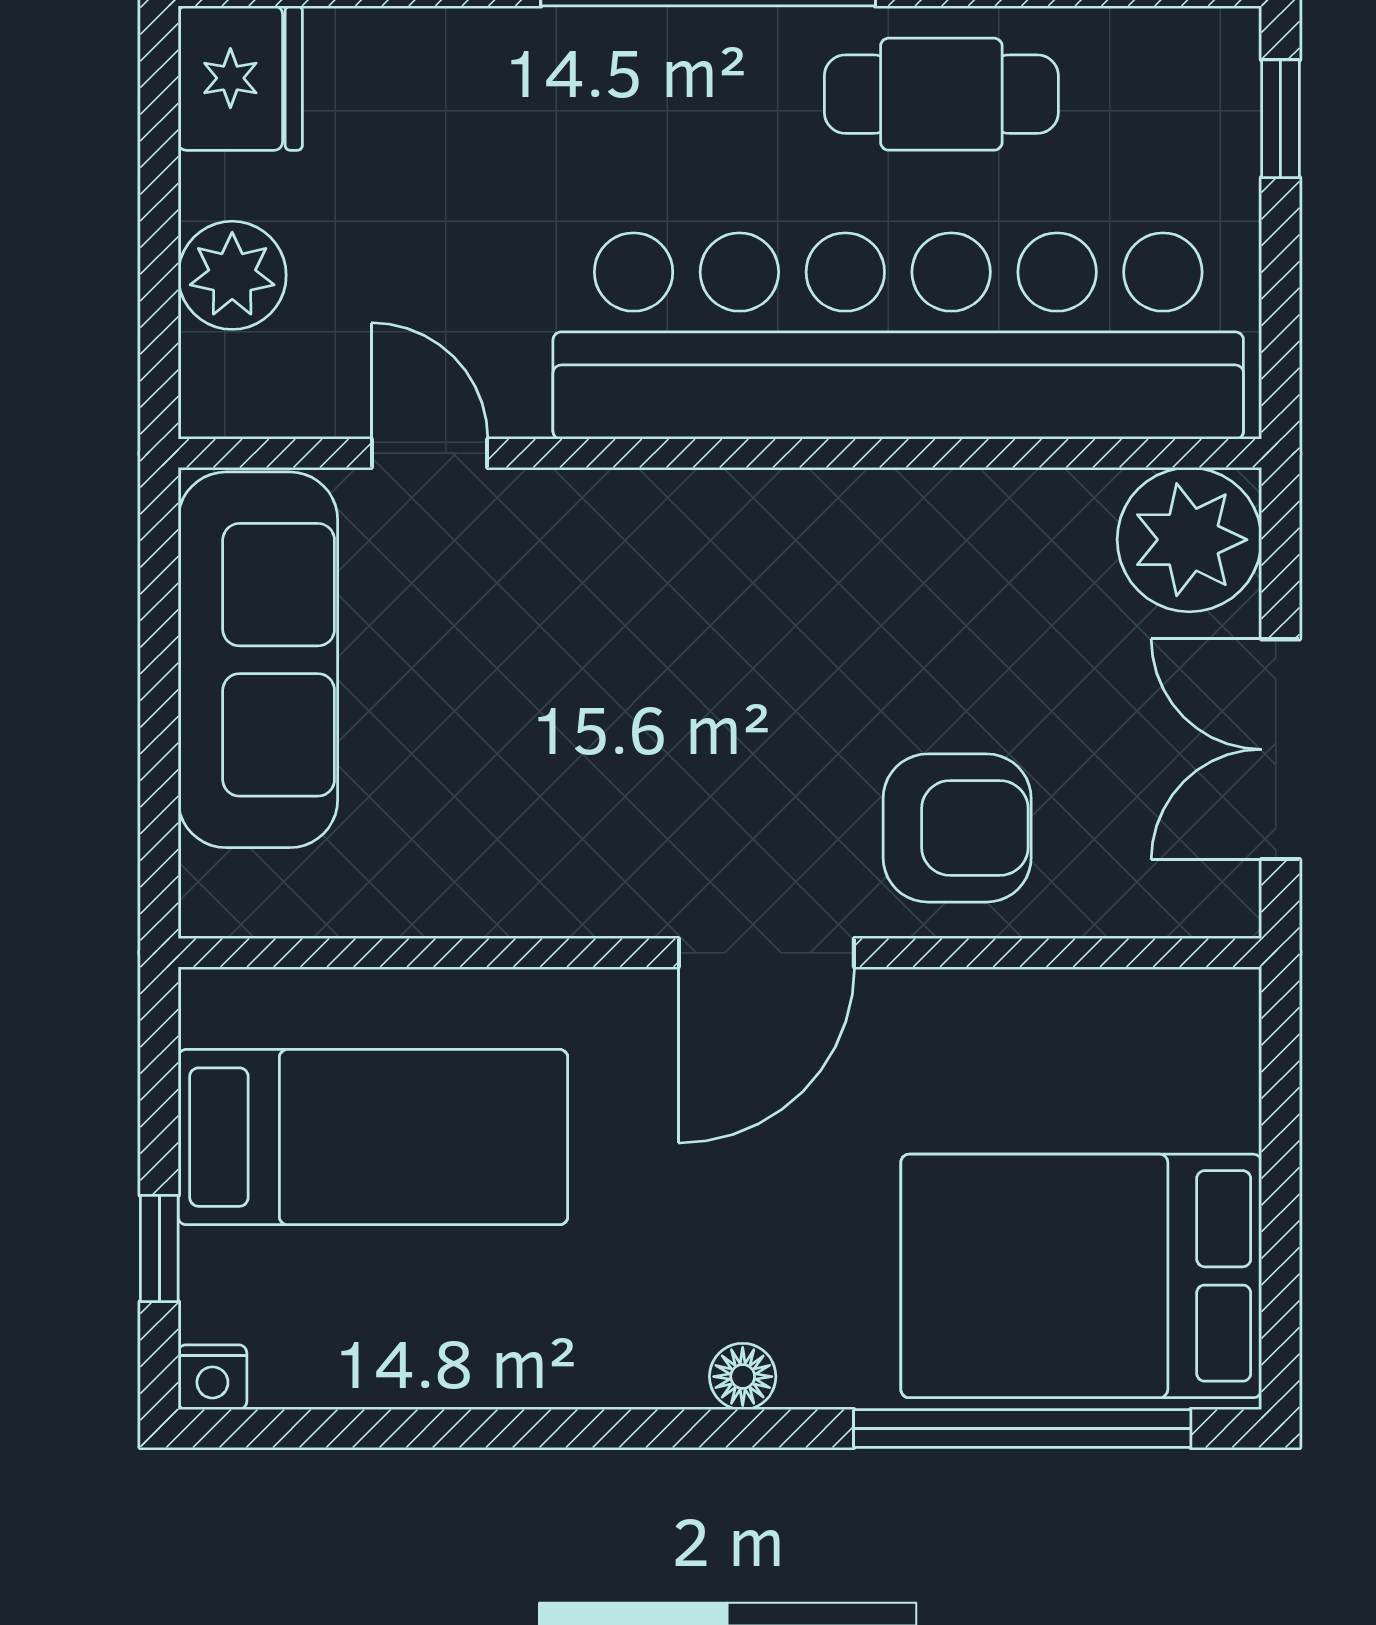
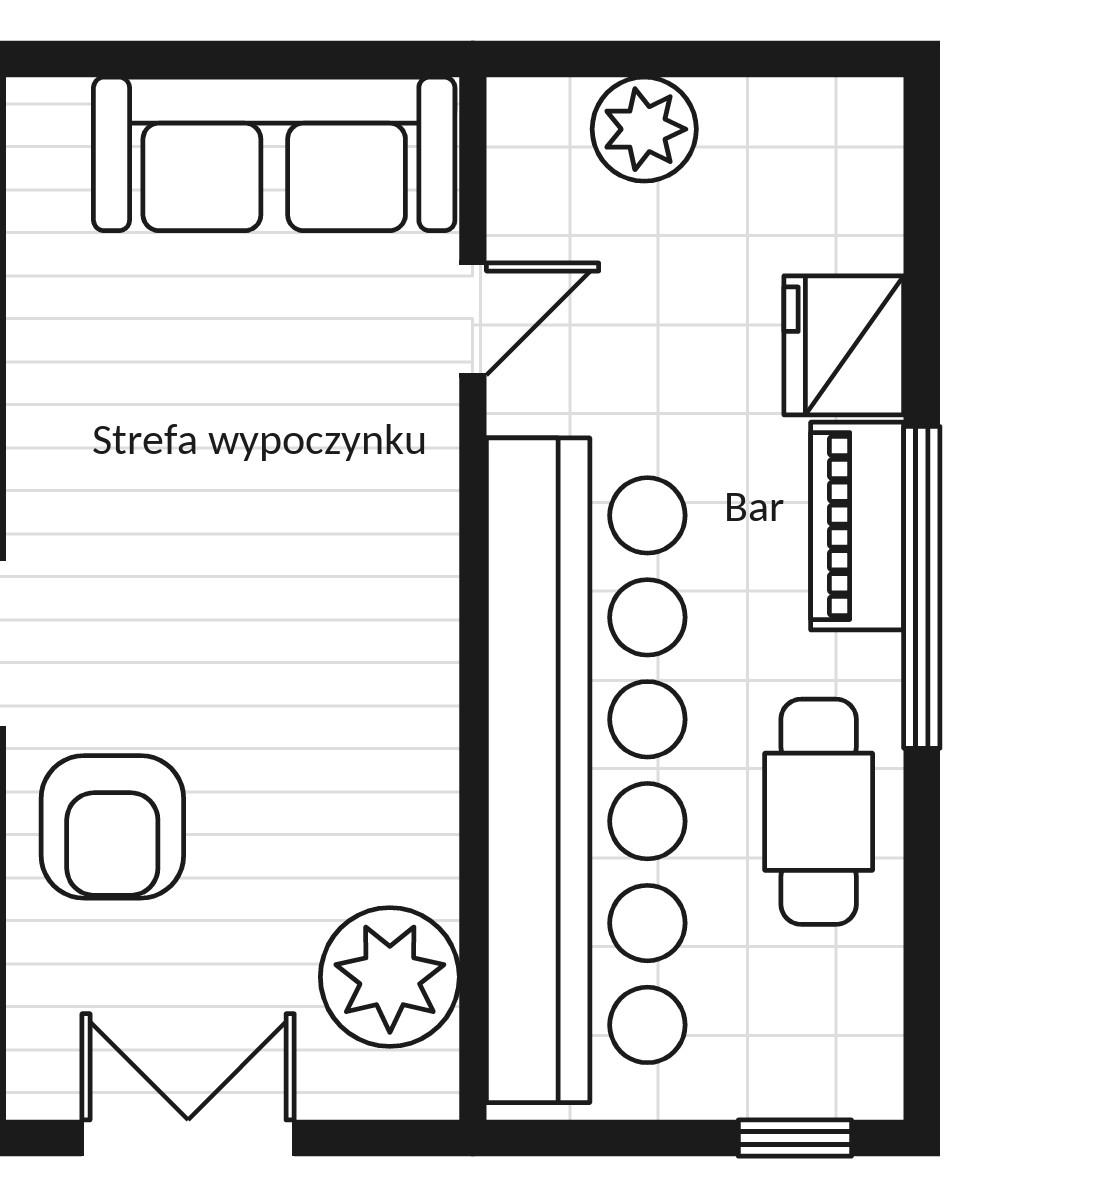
piano: (645, 54) -> (857, 526), added
fridge: (240, 78) -> (844, 345), moved, turned 90
plant: (1189, 540) -> (390, 977), moved

